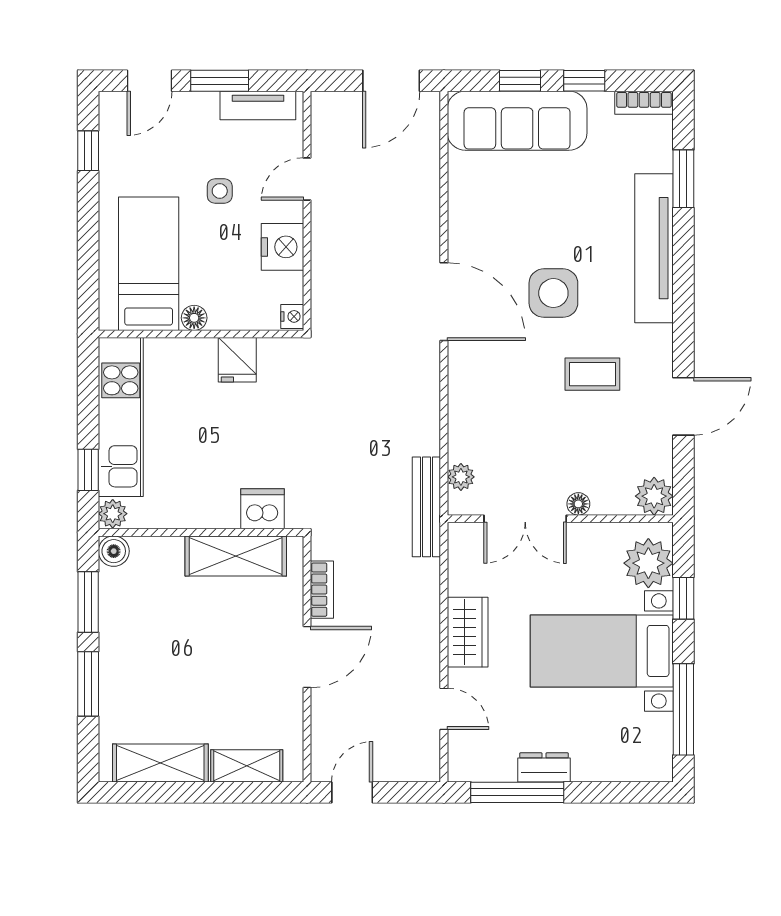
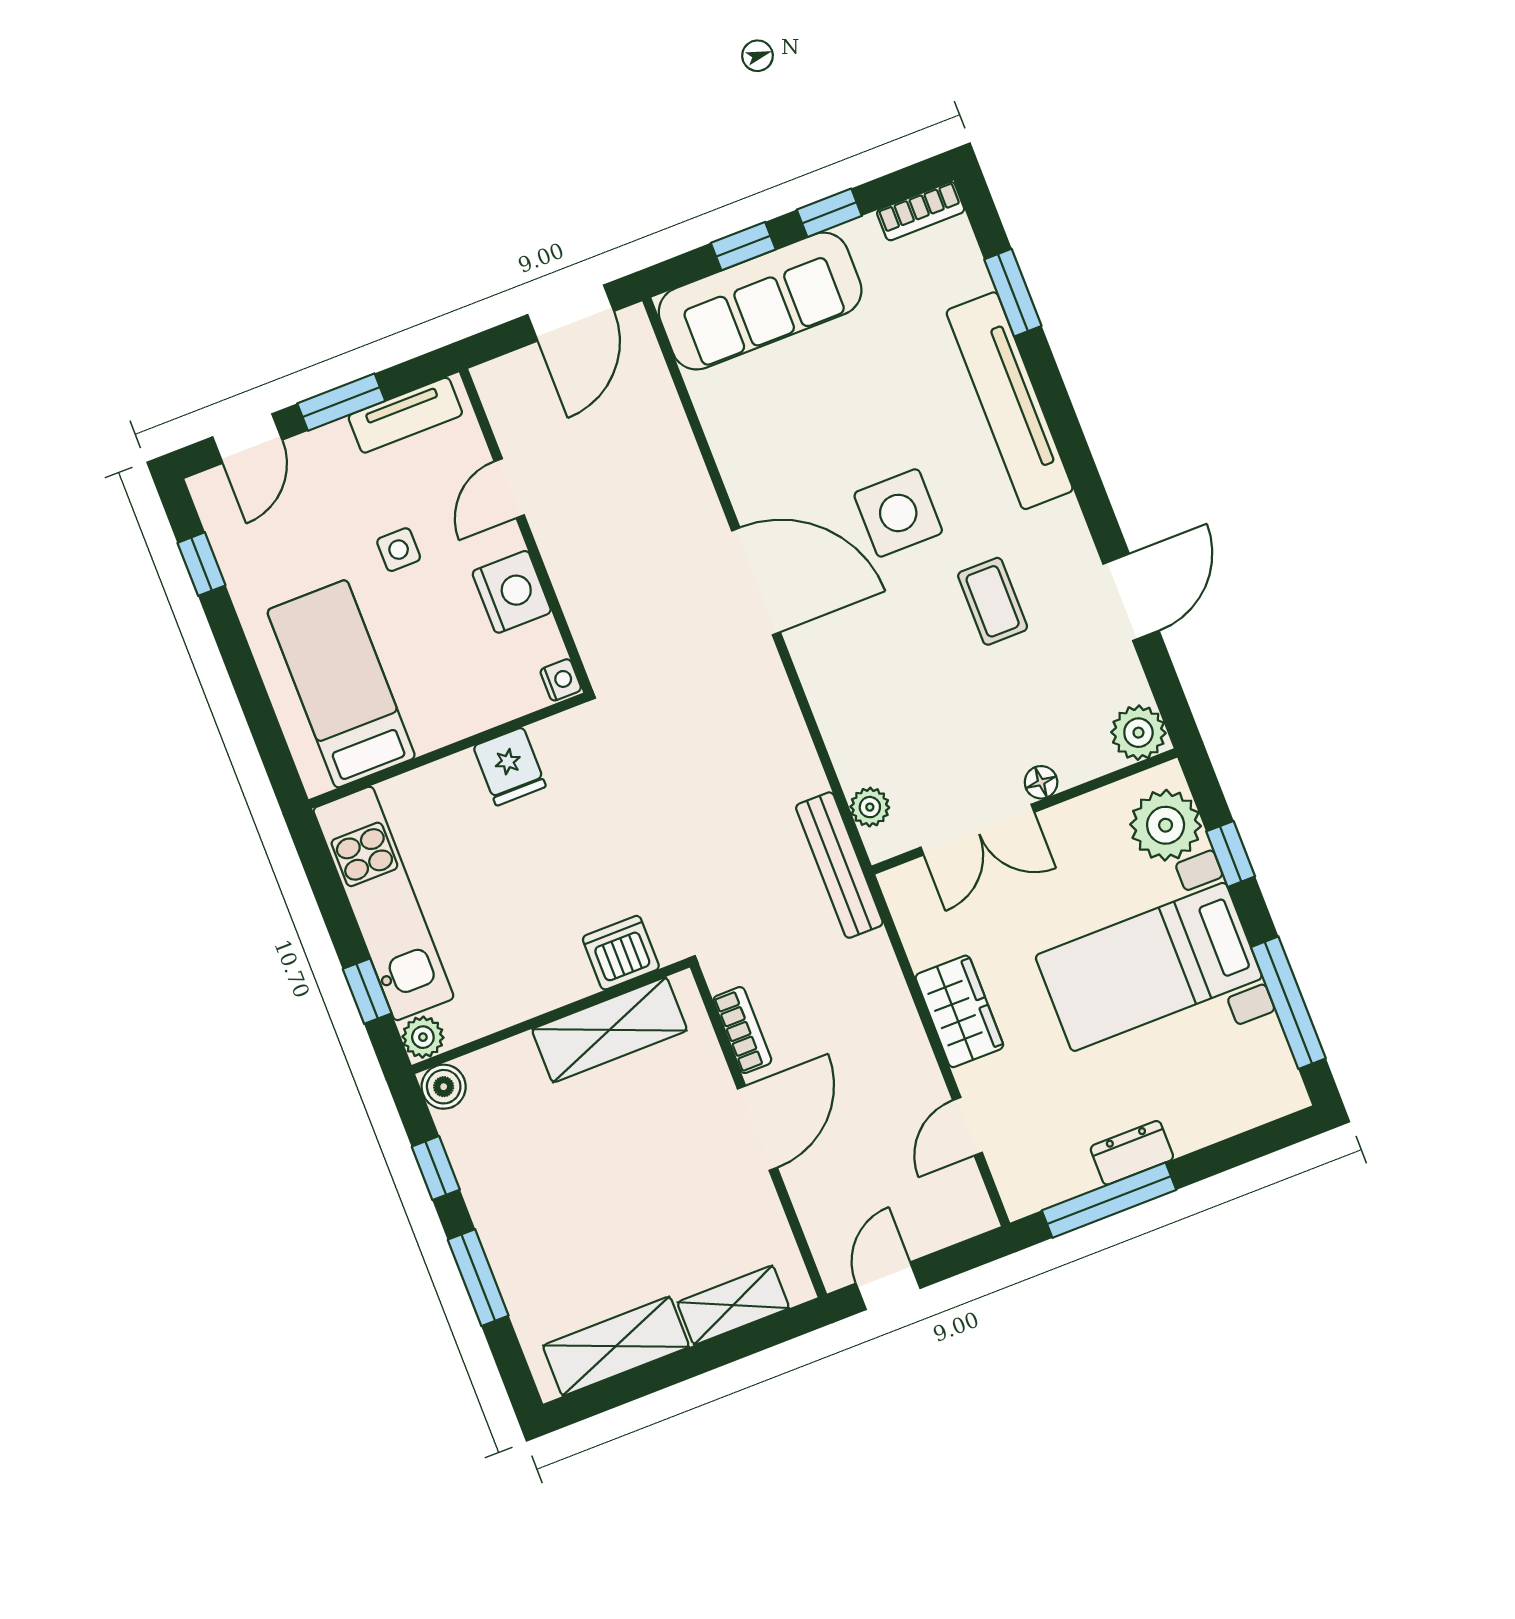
floor lamp: (194, 318) -> (430, 733), removed
coffee table: (592, 374) -> (993, 601), turned 90
window: (88, 602) -> (436, 1168), width x0.67
door: (444, 709) -> (968, 1126), swing flipped

